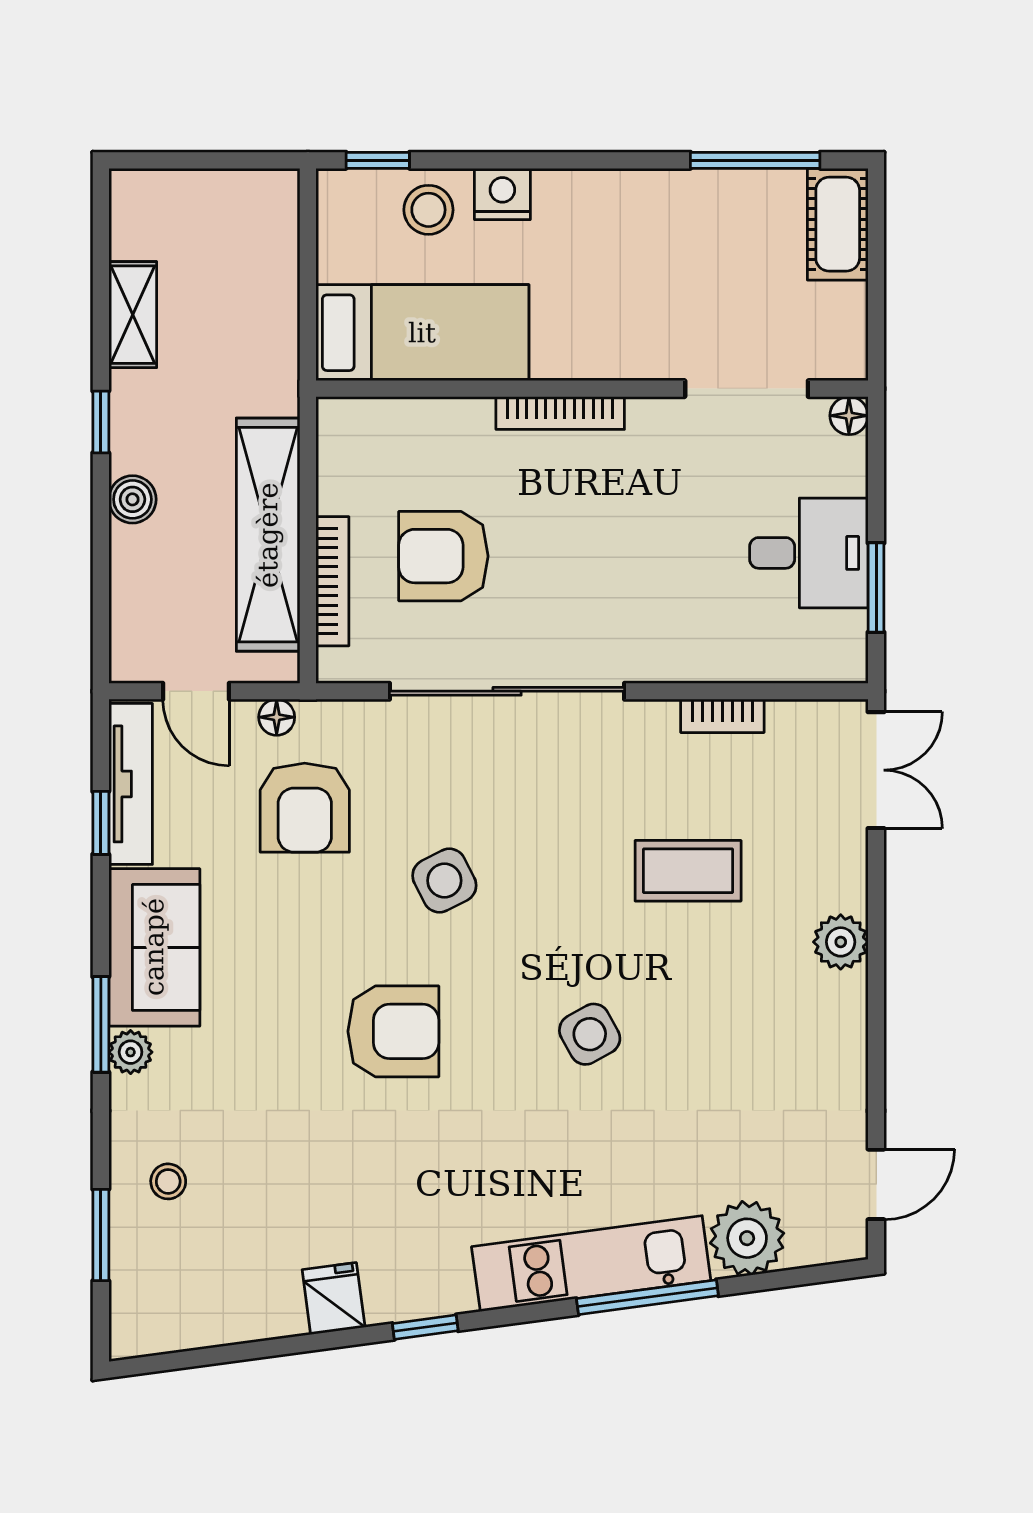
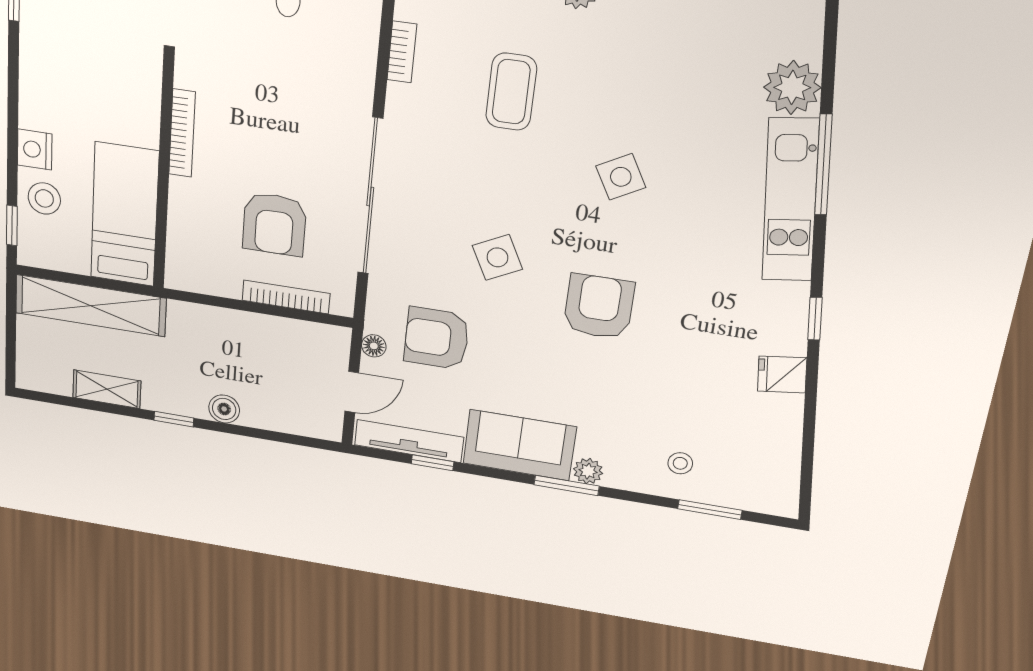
shelving: (268, 535) -> (90, 306), moved
armchair: (305, 808) -> (437, 338), turned 180

